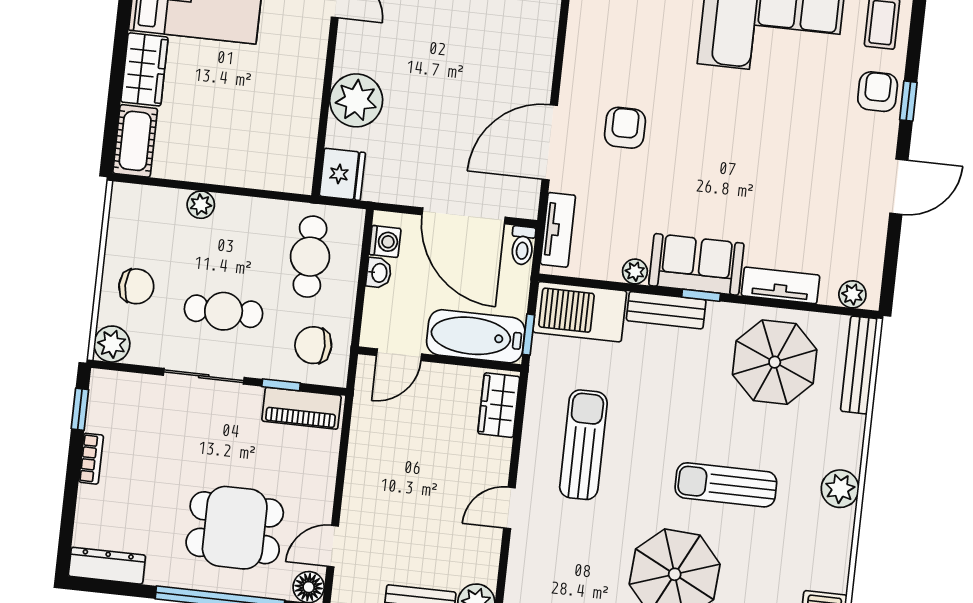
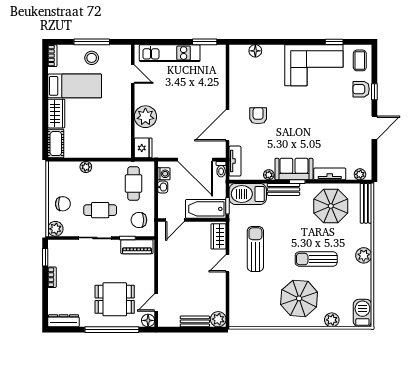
armchair: (878, 92) -> (361, 89), turned -90
door: (509, 508) -> (228, 263), moved

